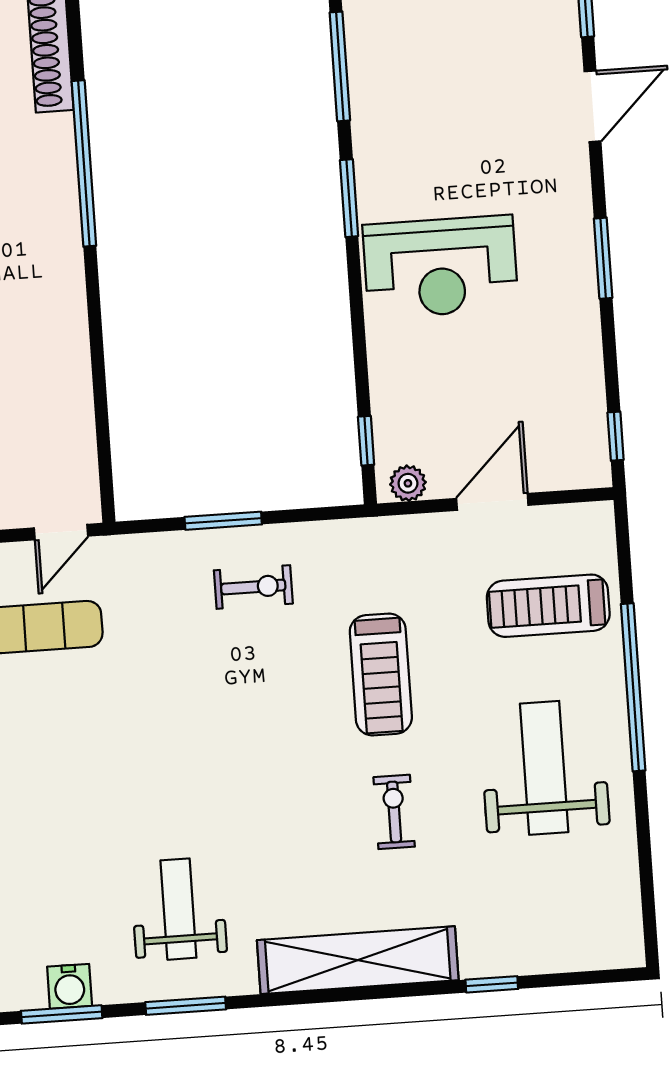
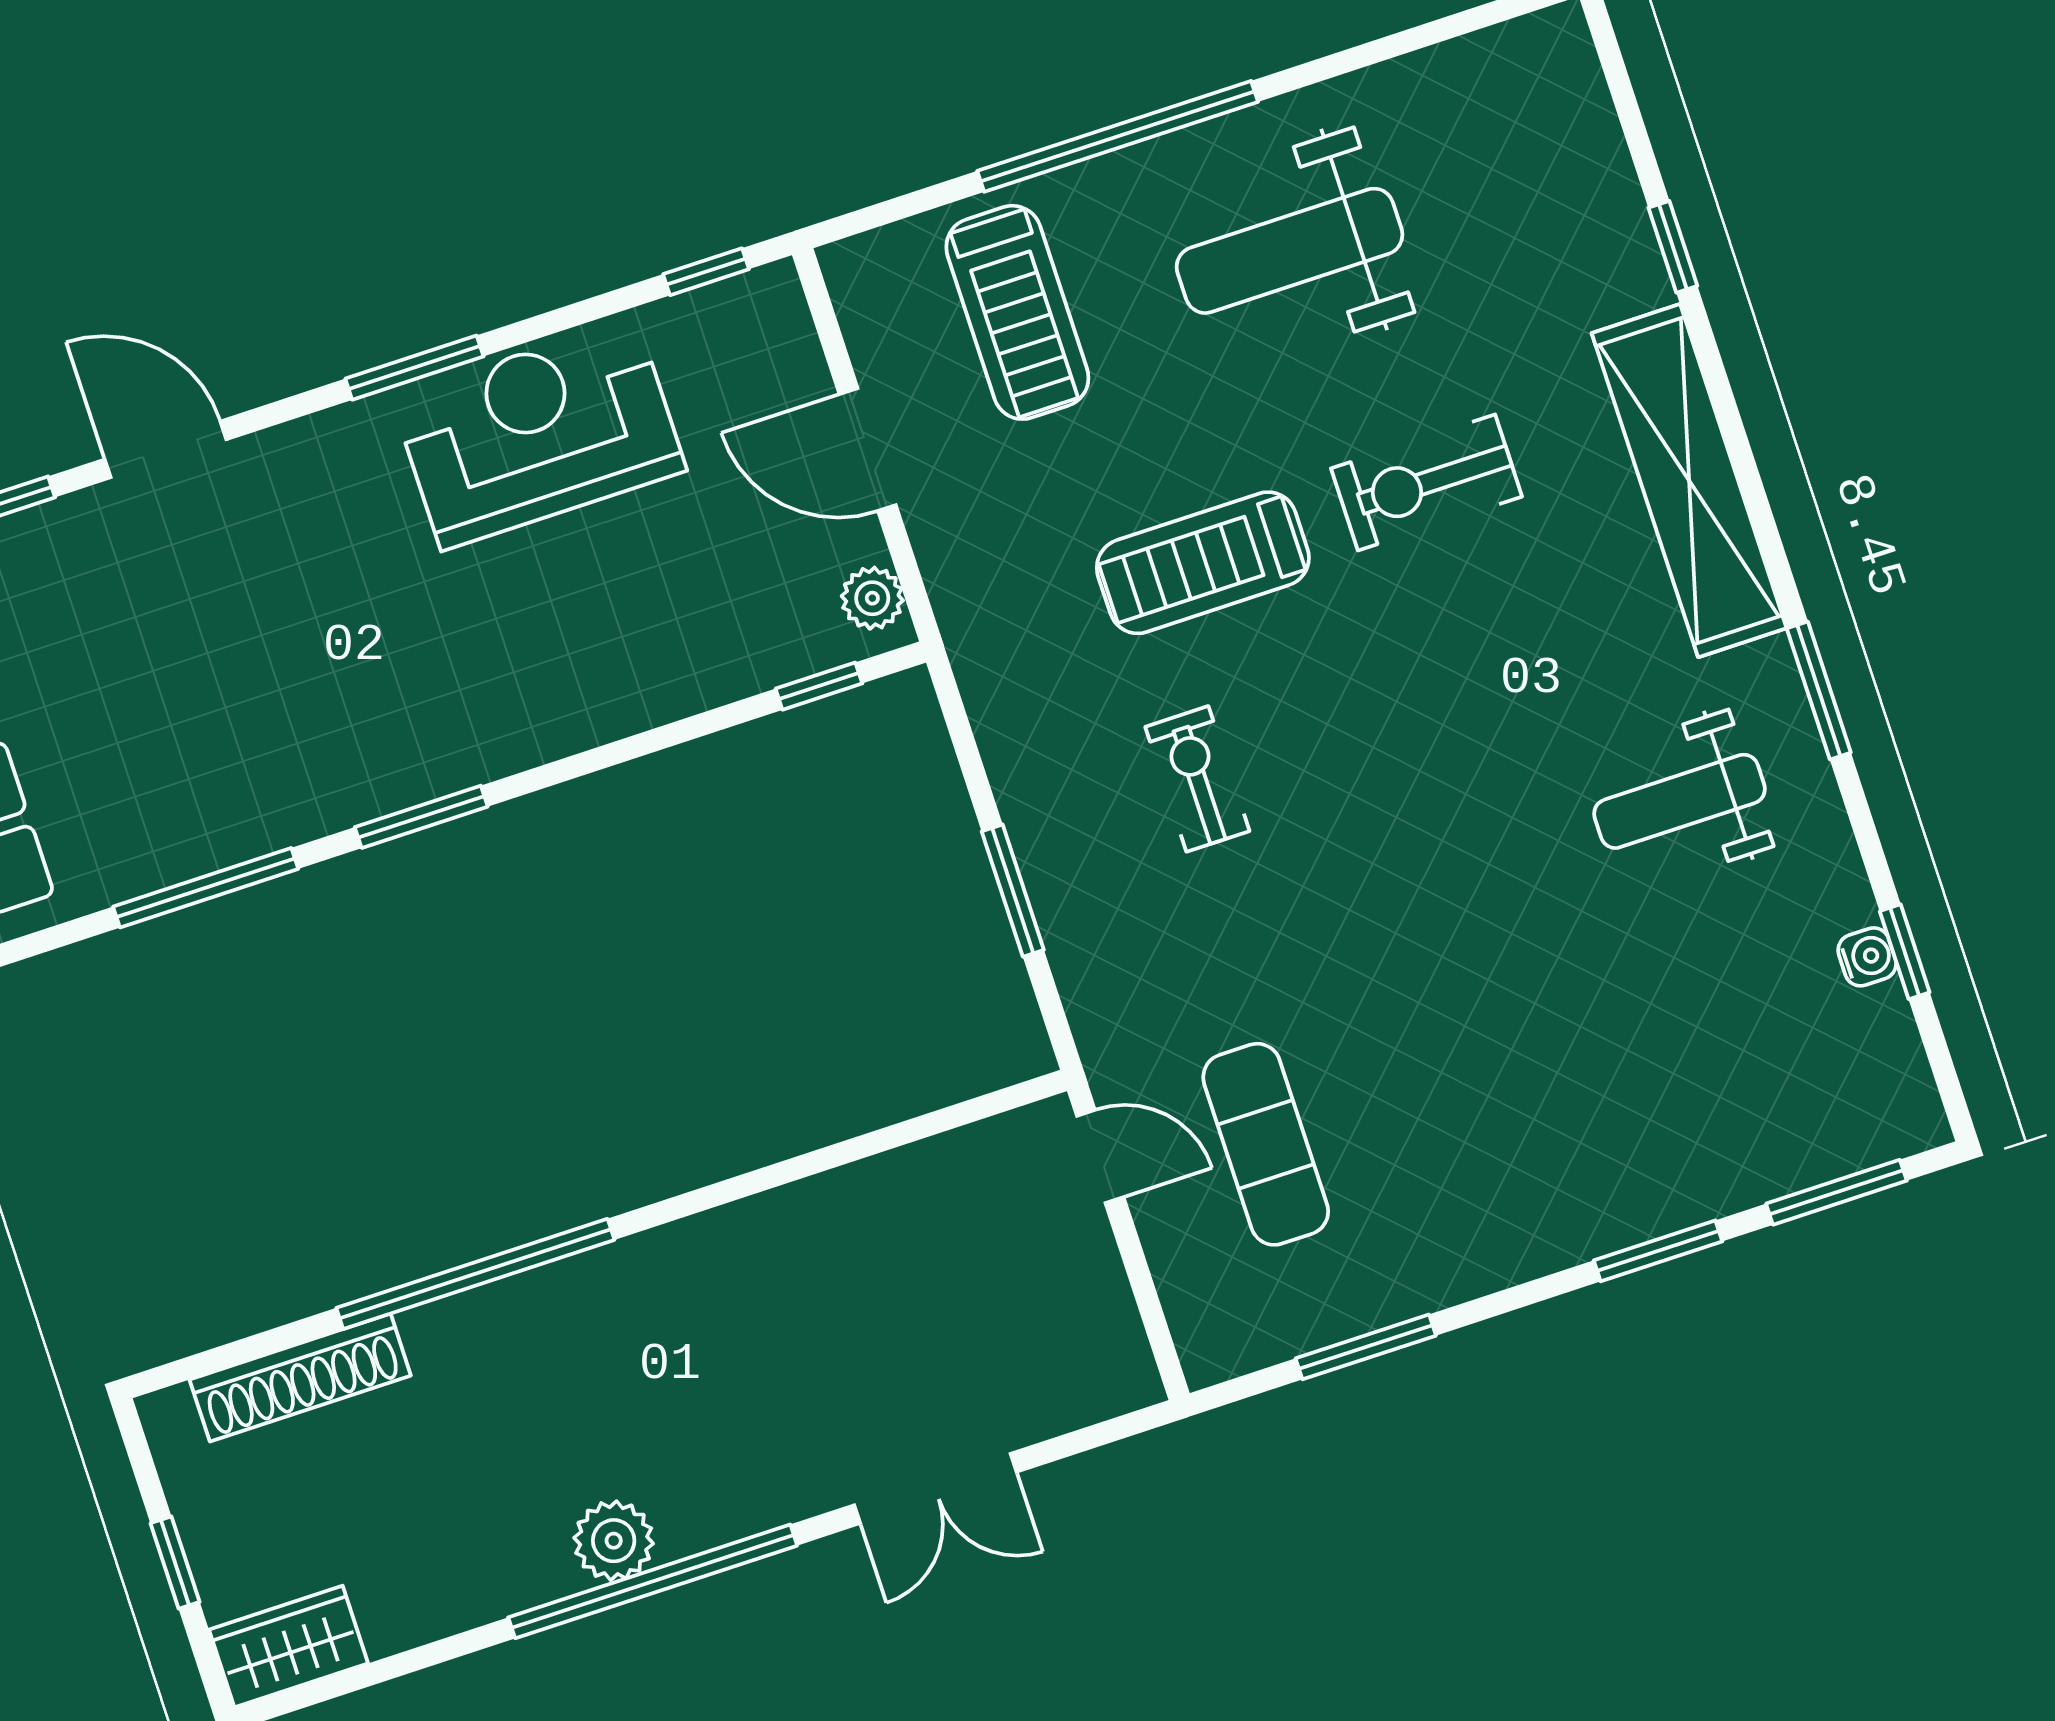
reception desk: (440, 267) -> (539, 434), moved, turned -90
exercise bike: (253, 587) -> (1197, 779), moved
treadmill: (381, 675) -> (1203, 563), turned 180
exercise bike: (394, 812) -> (1427, 482), width x1.38, depth x1.39
water cooler: (70, 986) -> (1867, 957), width x0.72, depth x0.72
window: (186, 1006) -> (1819, 690), moved
window: (62, 1014) -> (1905, 952), width x0.67

